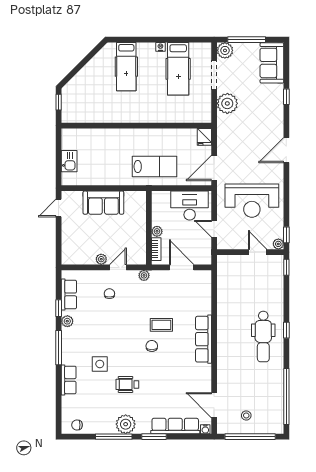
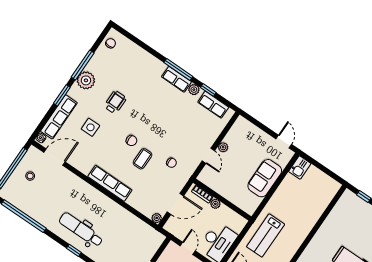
kitchen sink: (69, 161) -> (300, 168), moved, turned -90
door: (214, 229) -> (188, 248), hinge flipped
plant: (144, 275) -> (157, 218), moved
chair: (109, 294) -> (171, 163), moved
side table: (100, 364) -> (90, 127), moved
row of seats: (69, 380) -> (176, 79), moved

